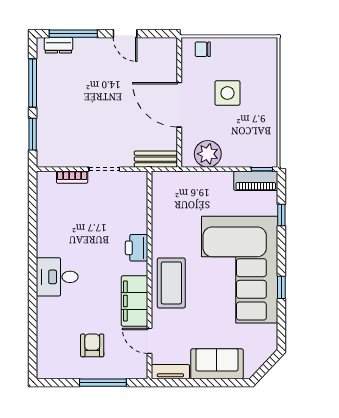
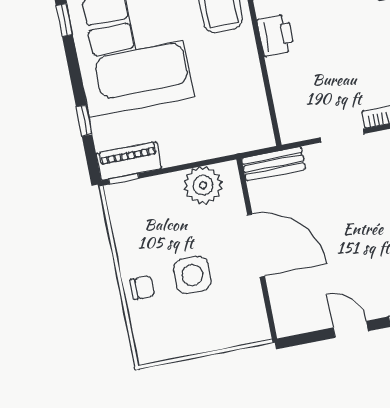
chair: (203, 49) -> (142, 288), moved

